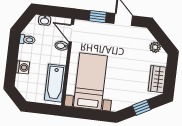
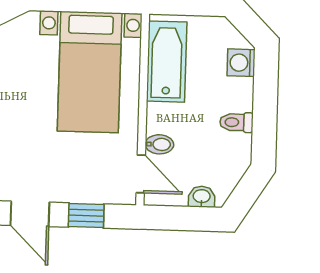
toilet: (27, 40) -> (236, 122), moved
washing machine: (23, 67) -> (241, 63), moved

